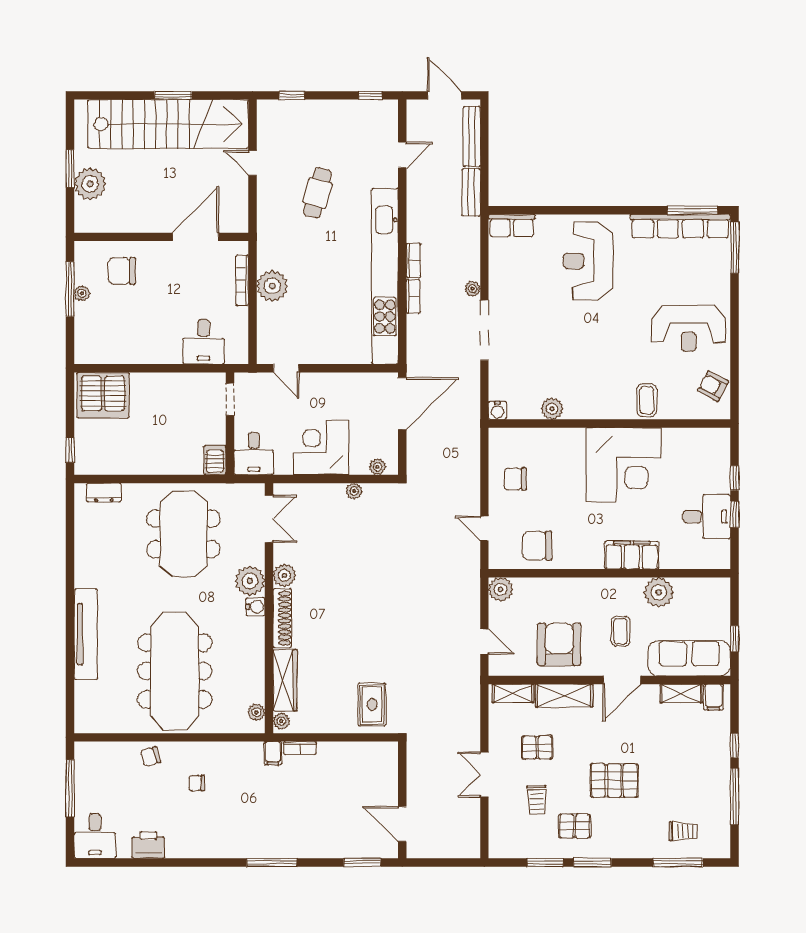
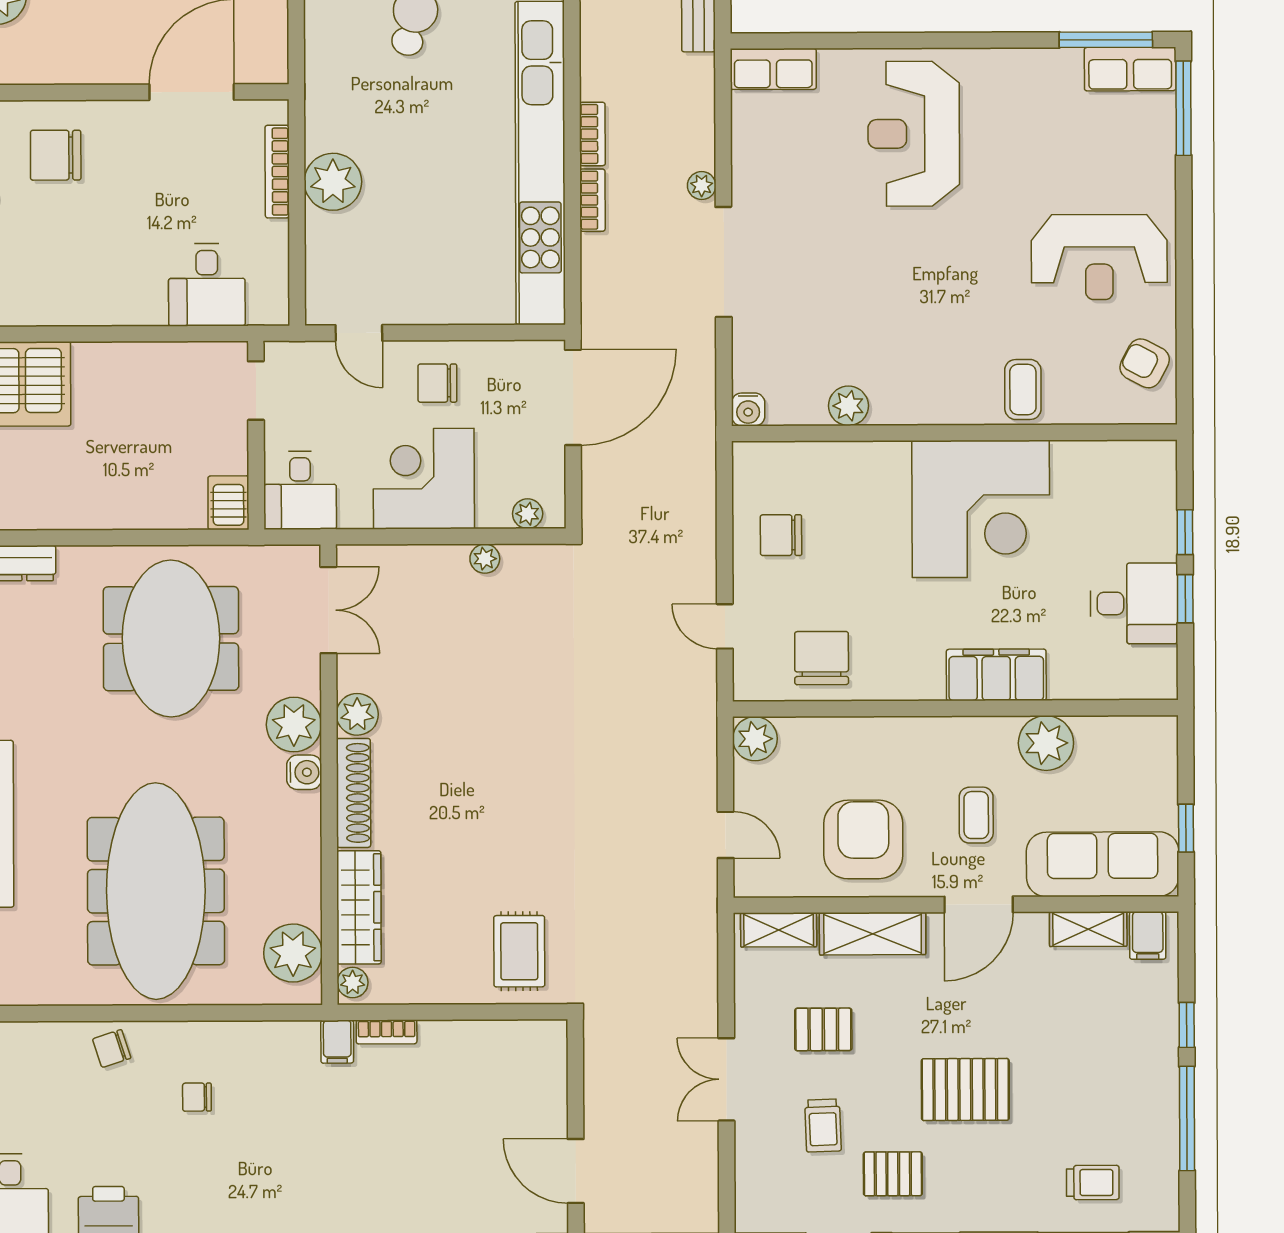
row of seats: (680, 226) -> (1130, 69), width x0.50
chair: (329, 396) -> (437, 383), added
chair: (537, 546) -> (822, 658), turned 90
plant: (256, 712) -> (293, 953), width x1.88, depth x1.88

